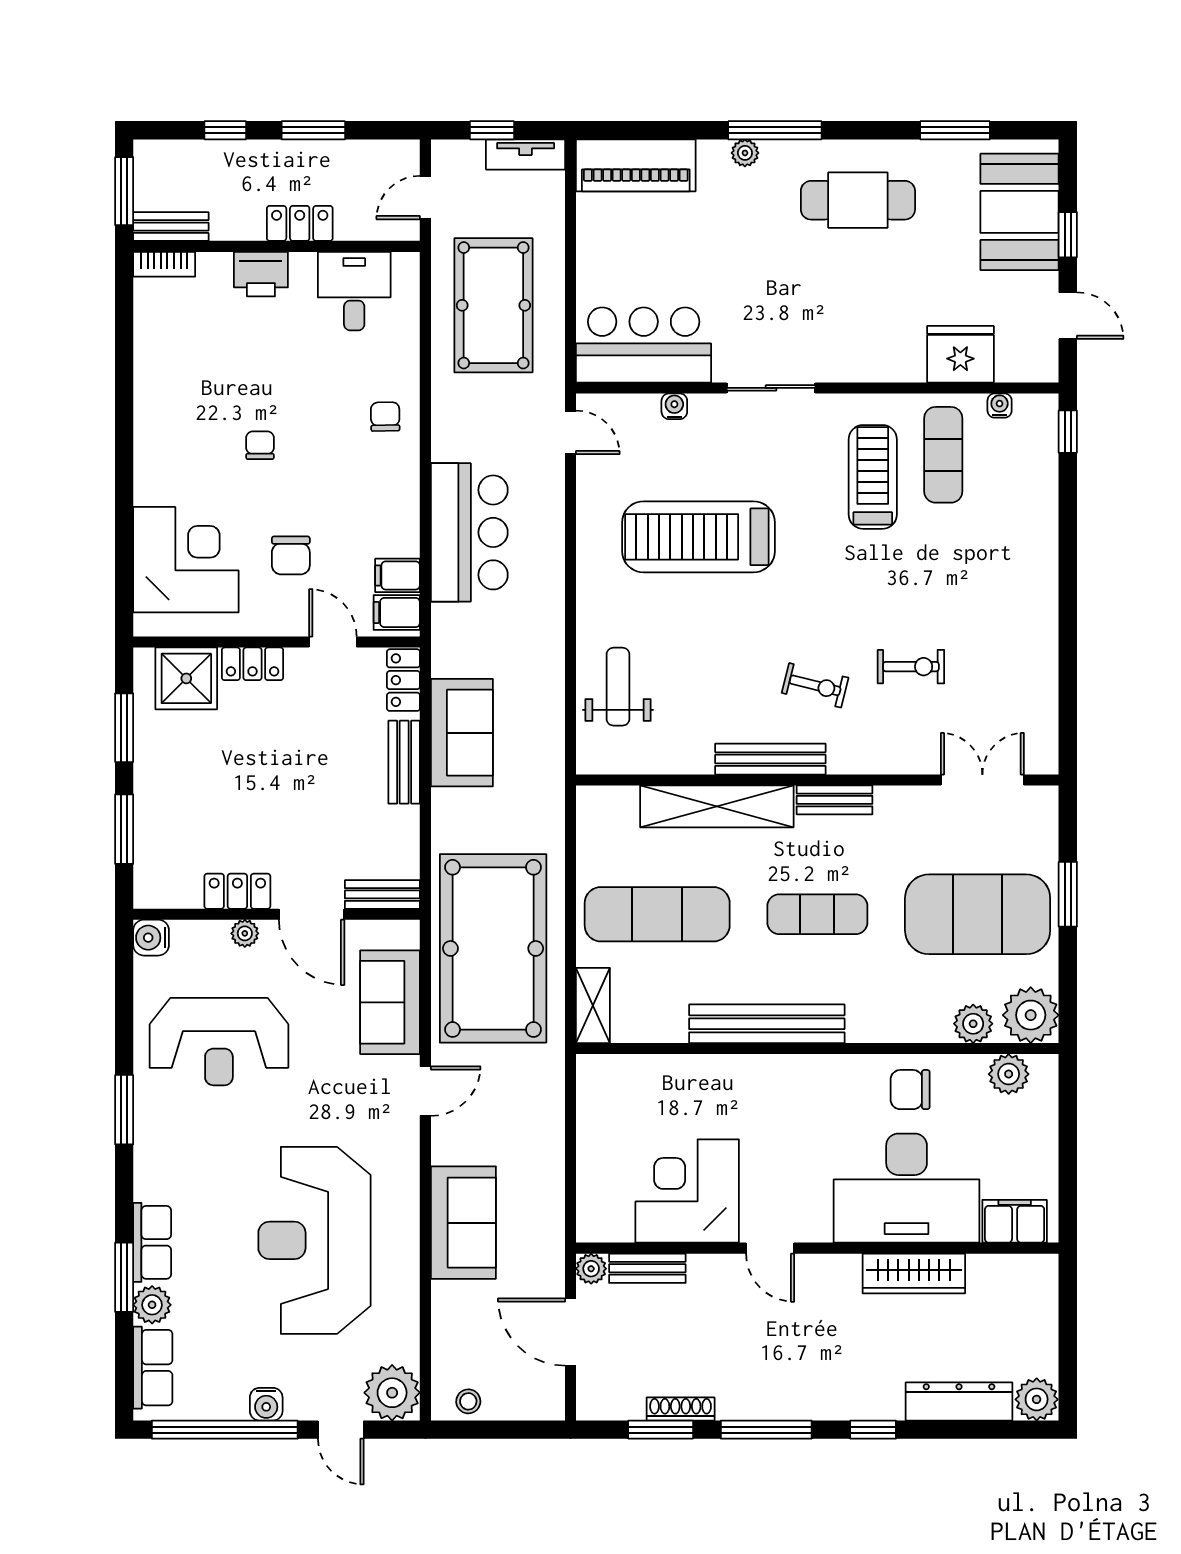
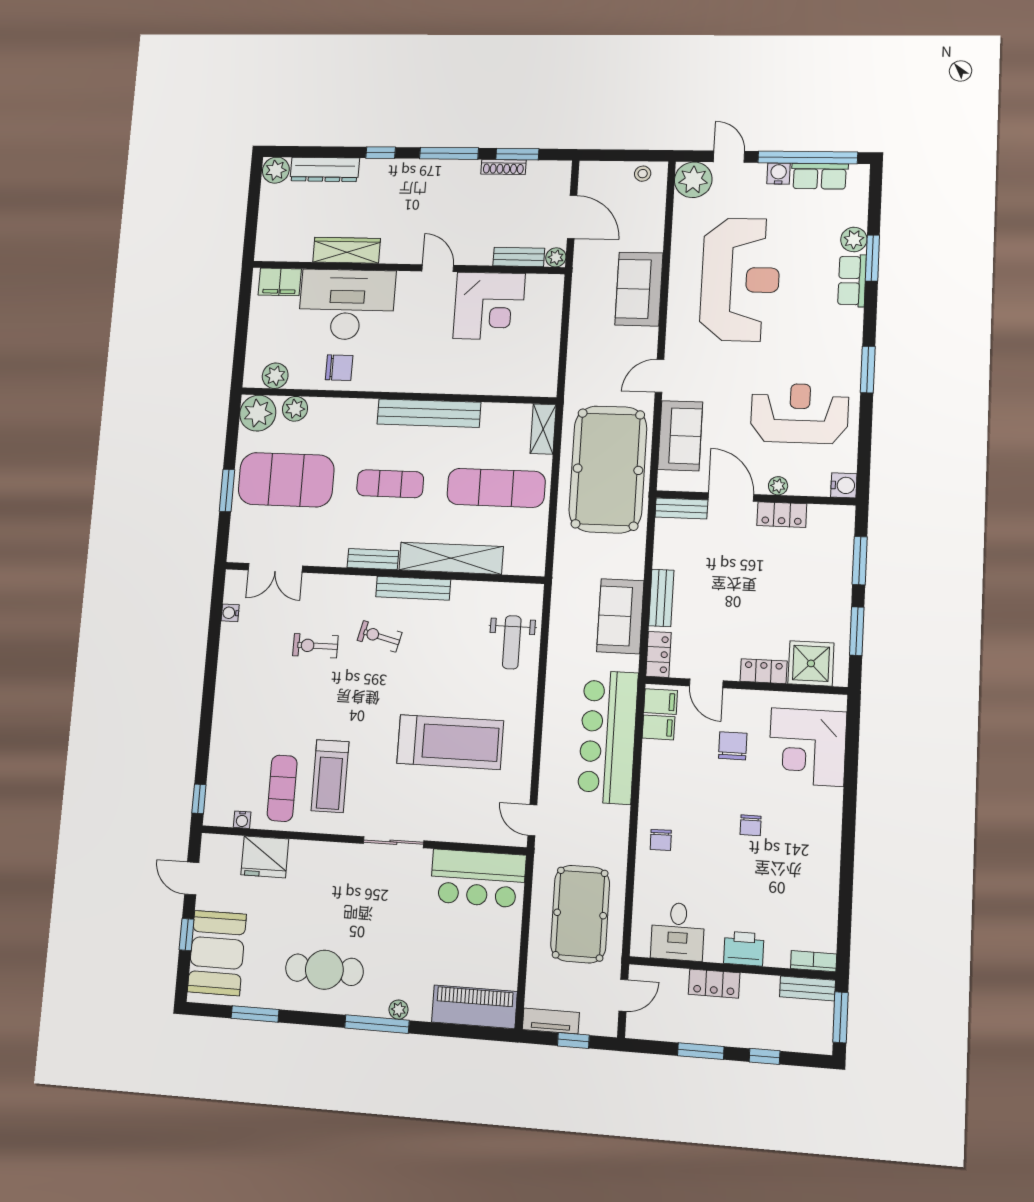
water cooler: (674, 406) -> (230, 613), moved, turned 90
bar counter: (469, 532) -> (608, 737), width x1.36
row of seats: (153, 1368) -> (820, 176), moved, turned -90

